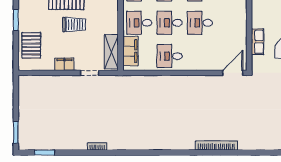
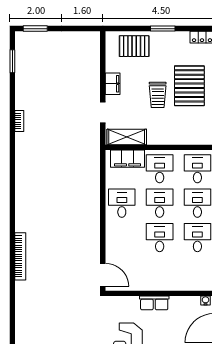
row of seats: (258, 42) -> (154, 303), moved

